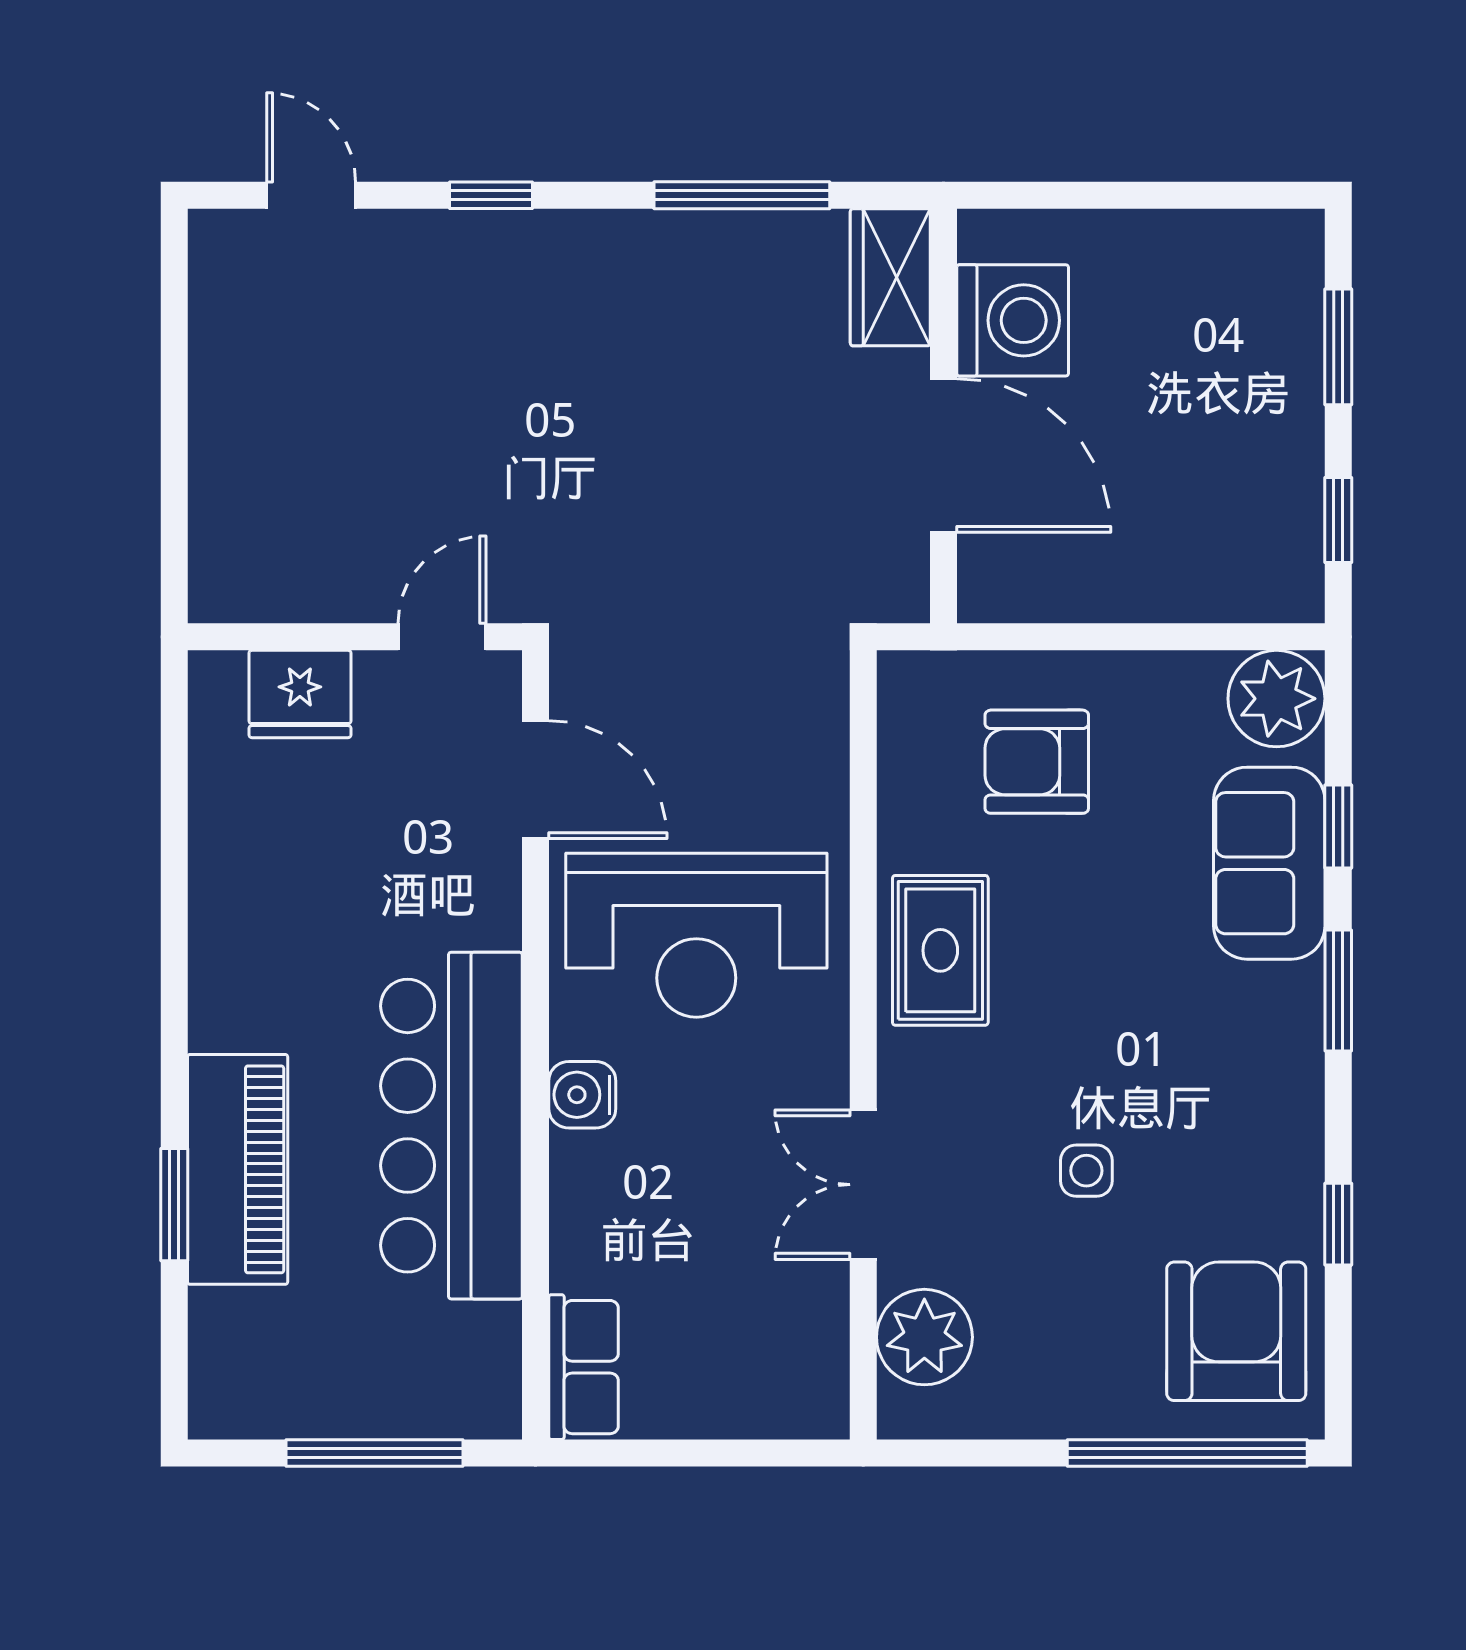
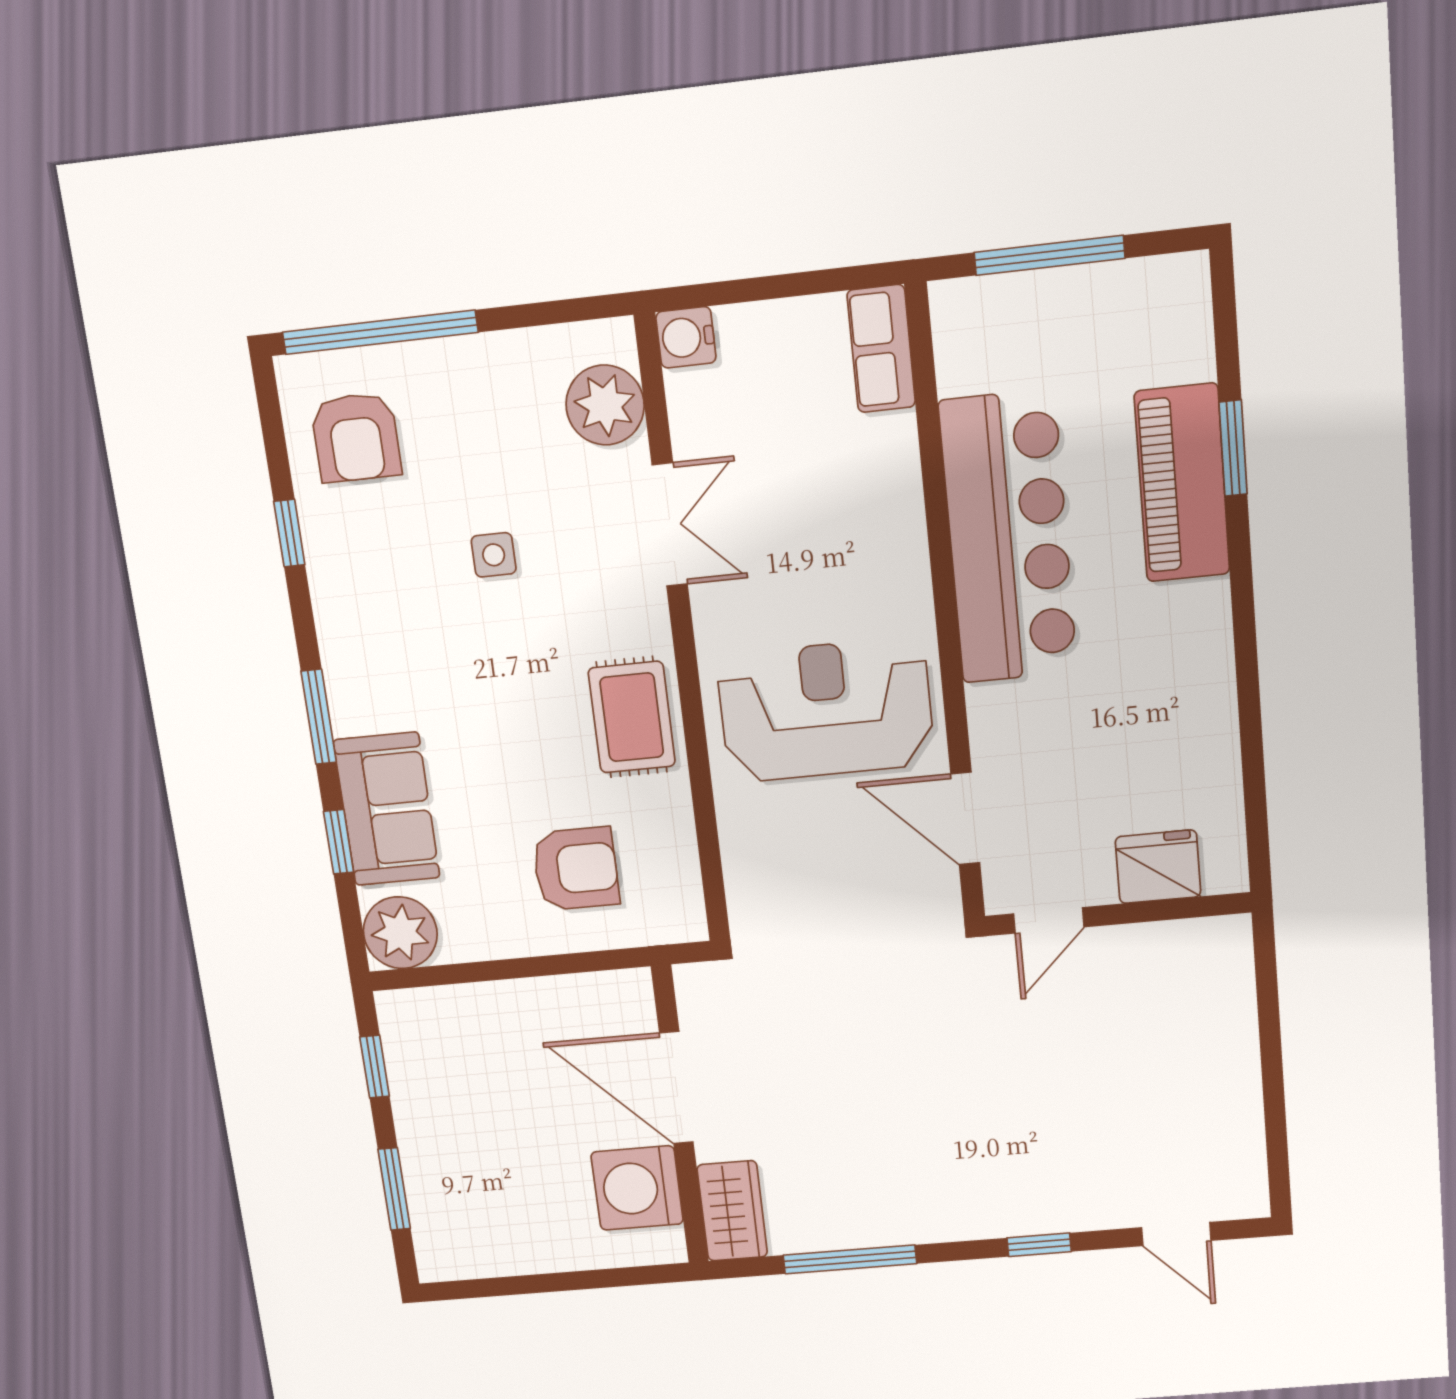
water cooler: (582, 1095) -> (686, 337), moved, turned 180
armchair: (1236, 1331) -> (356, 437), width x0.73, depth x0.73

